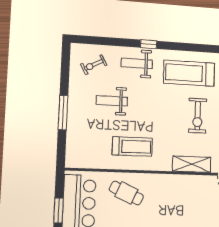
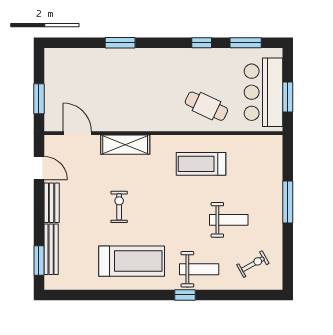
exercise bike: (198, 116) -> (119, 207), width x0.73, depth x0.72
window: (58, 210) -> (288, 97), moved

